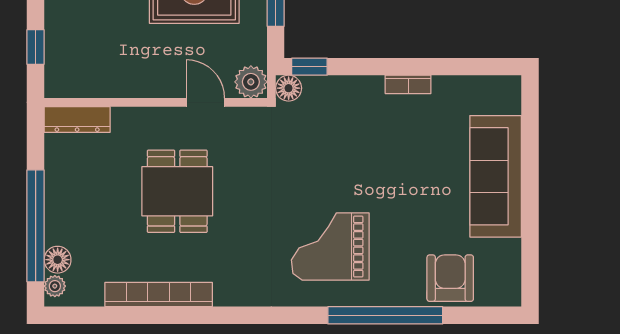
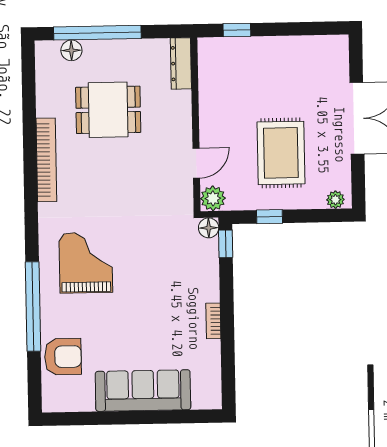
dining table: (177, 191) -> (108, 110), moved
plant: (55, 286) -> (51, 49), removed
bookcase: (159, 295) -> (46, 160), moved

